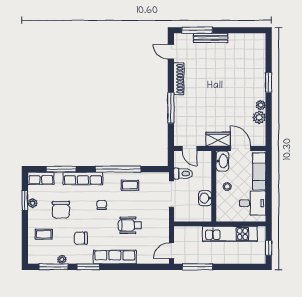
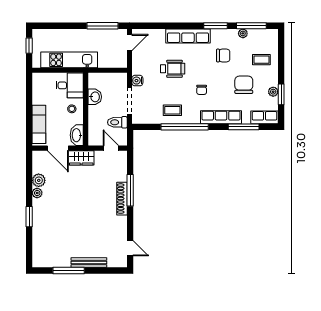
window: (197, 30) -> (69, 270), moved
shoe rack: (179, 79) -> (122, 199), moved
desk: (252, 203) -> (70, 85), moved, turned 180
water cooler: (164, 214) -> (137, 81), added

